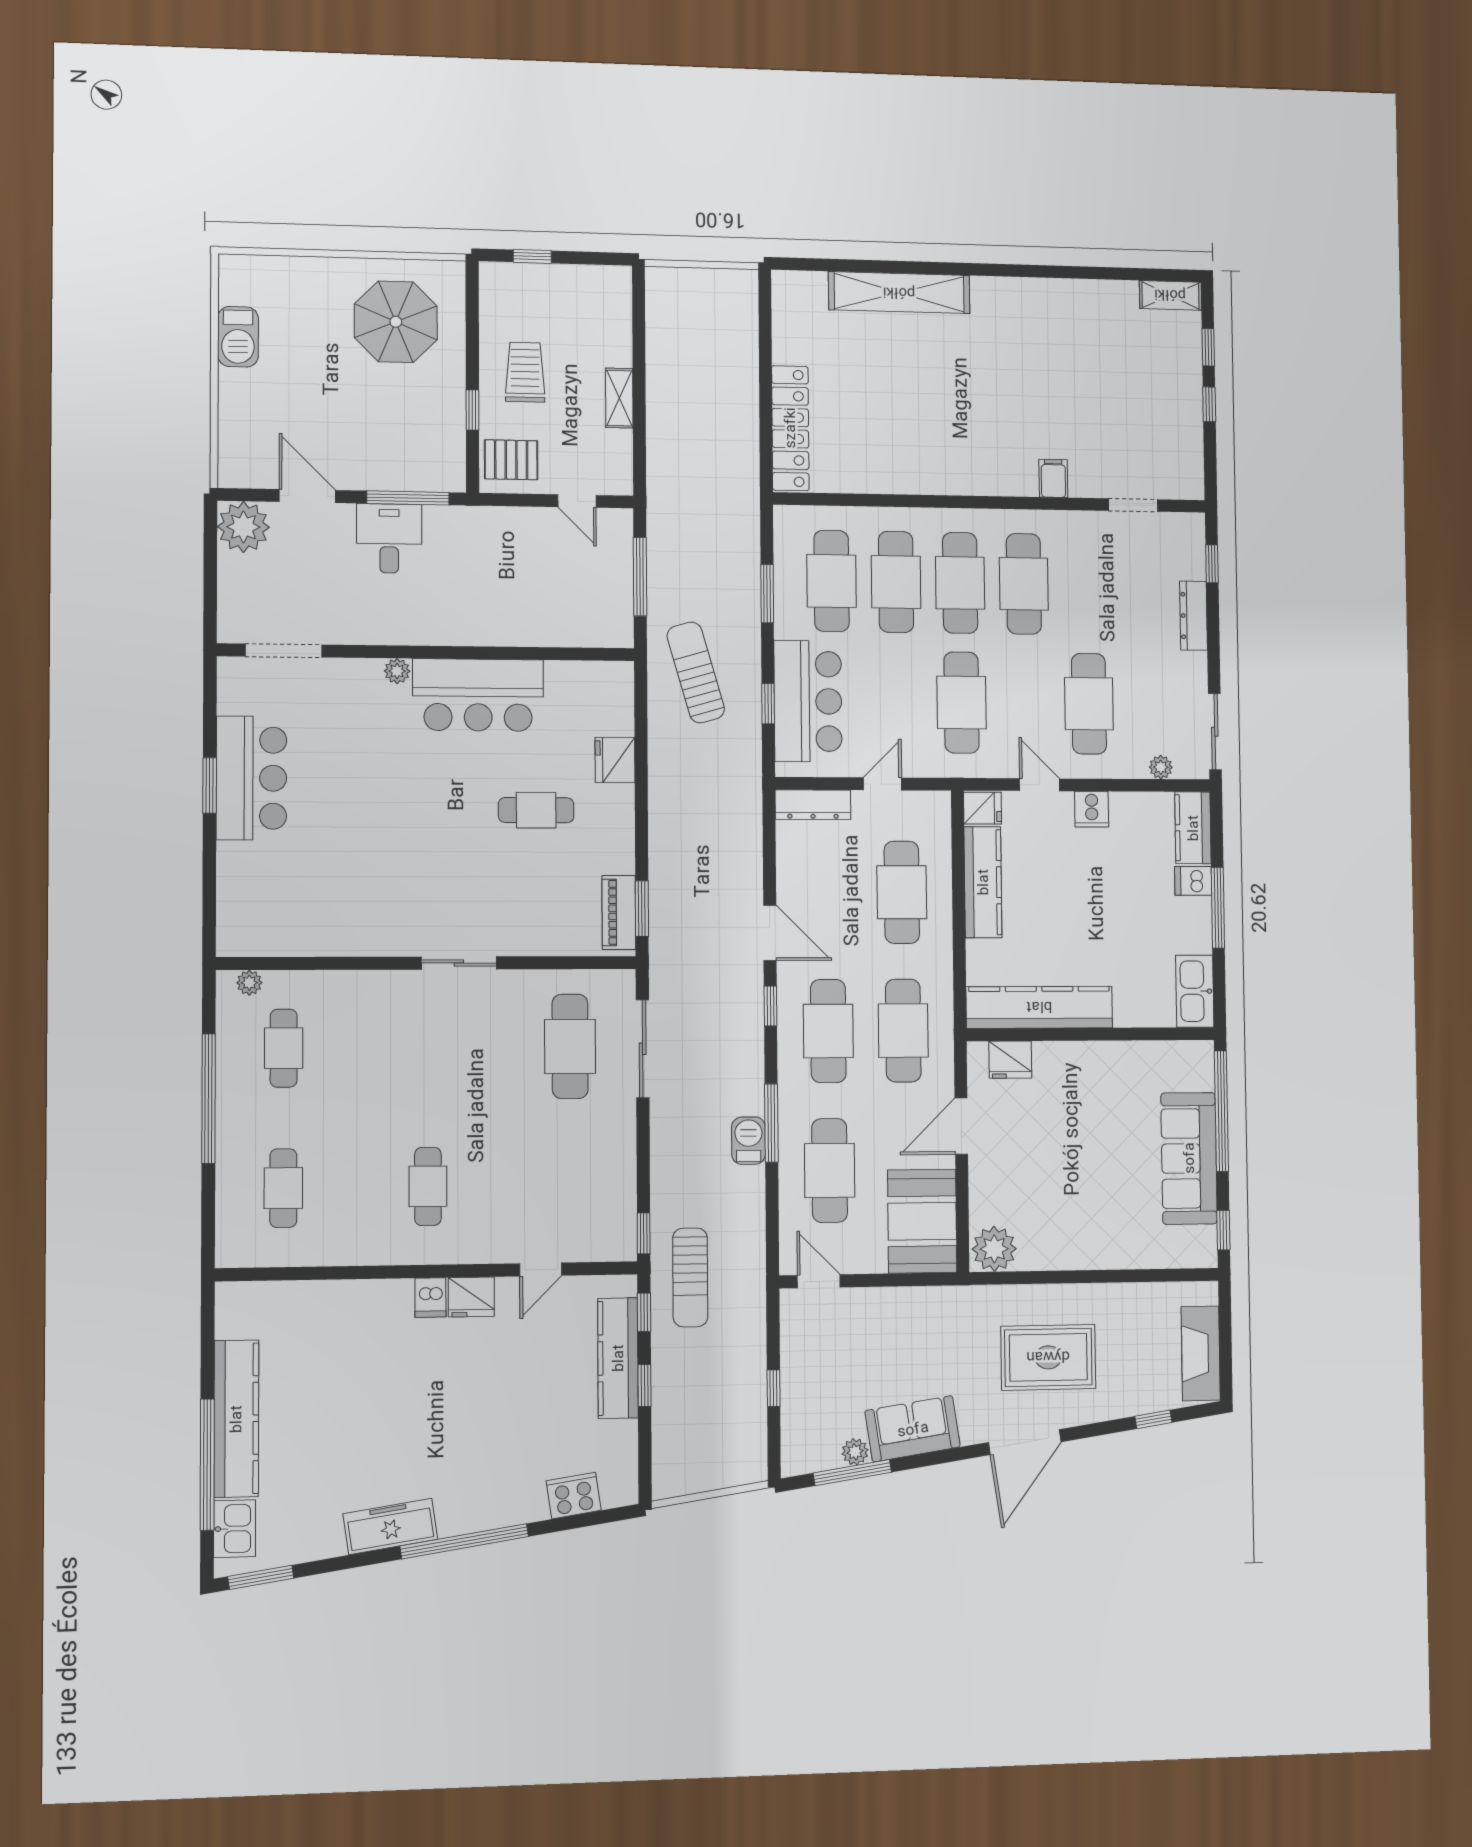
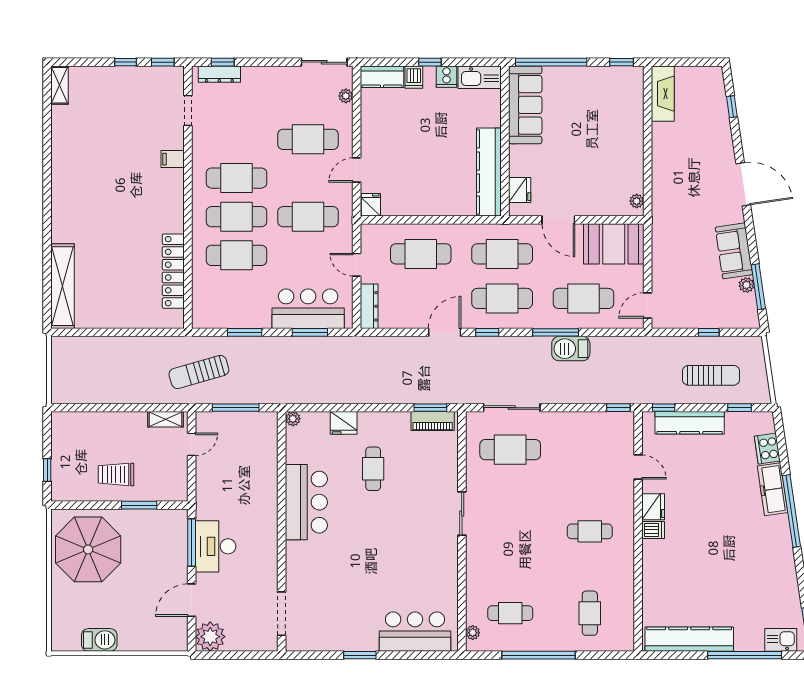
shelving: (899, 293) -> (62, 286), moved
parasol: (396, 322) -> (88, 549), width x1.36, depth x1.36
window: (1208, 347) -> (163, 62), moved
shelving: (619, 398) -> (166, 419), moved
window: (472, 410) -> (139, 505), width x1.50
locker: (790, 428) -> (173, 271), moved, turned -90
pallet: (511, 460) -> (168, 483), removed
desk: (389, 538) -> (215, 546), width x1.37
cafe table: (832, 581) -> (236, 294), removed
dresser: (1194, 616) -> (219, 74), moved
plant: (397, 671) -> (293, 419), moved
sun lounger: (696, 672) -> (199, 372), moved
window: (768, 704) -> (310, 332), width x1.50
bar counter: (251, 778) -> (415, 632), moved
cooker: (1092, 809) -> (447, 77), moved, turned 90
kitchen counter: (983, 882) -> (415, 205), removed
window: (1218, 908) -> (430, 62), width x0.46
barbecue: (748, 1141) -> (571, 349), width x1.38, depth x1.27
sofa: (1189, 1158) -> (525, 105), moved, turned -90
cafe table: (283, 1188) -> (590, 613), turned 90
plant: (994, 1249) -> (637, 201), width x0.53, depth x0.53
sun lounger: (690, 1277) -> (711, 375), moved
fireplace: (1201, 1353) -> (663, 94), moved, turned -90
rug: (1048, 1357) -> (694, 169), removed
window: (644, 1386) -> (740, 408), moved
kitchen counter: (236, 1419) -> (689, 639), moved
freezer: (390, 1527) -> (773, 489), moved

